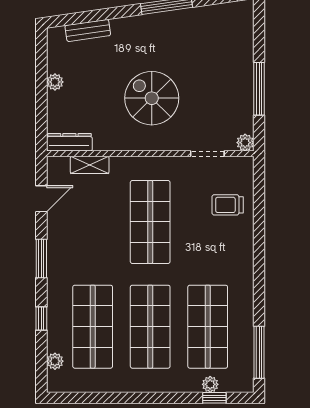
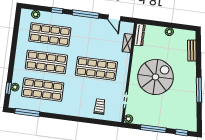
window: (259, 30) -> (182, 133), added
spiral stairs: (152, 98) -> (156, 77), width x1.37, depth x1.37
window: (41, 258) -> (86, 14), width x1.44

